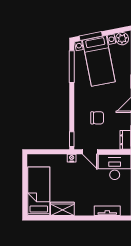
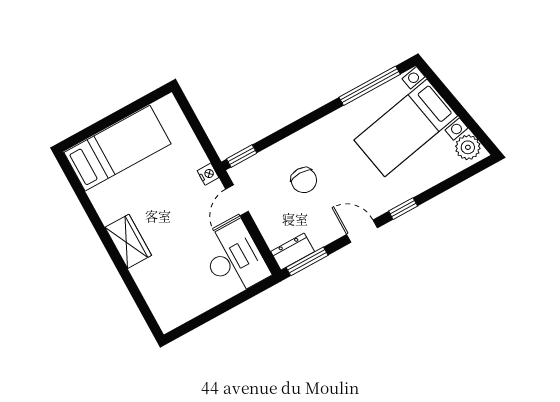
window: (91, 36) -> (442, 89), removed
wardrobe: (62, 209) -> (128, 241), moved
tv unit: (107, 211) -> (150, 288), removed

